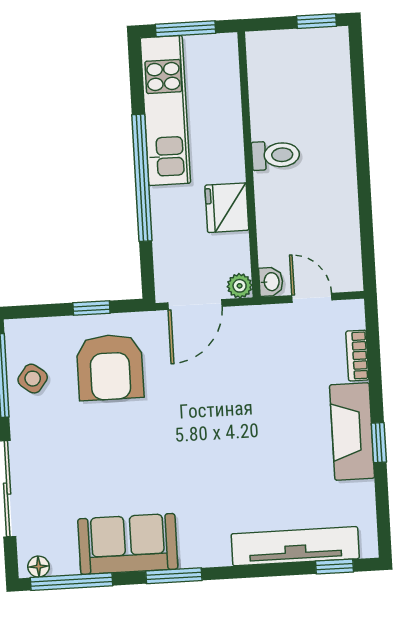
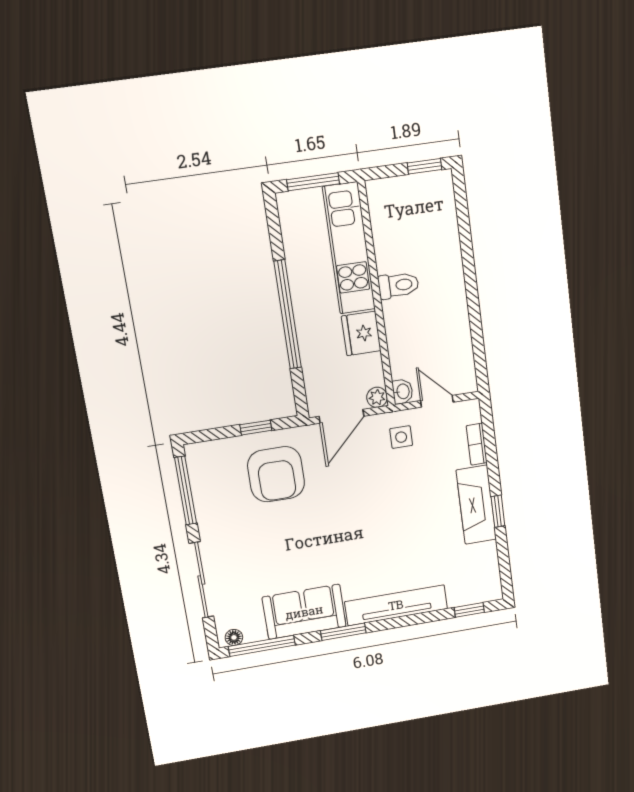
kitchen unit: (165, 111) -> (349, 248), moved, turned 180
side table: (33, 379) -> (401, 437), moved, turned -37
tv unit: (295, 546) -> (396, 605), moved

